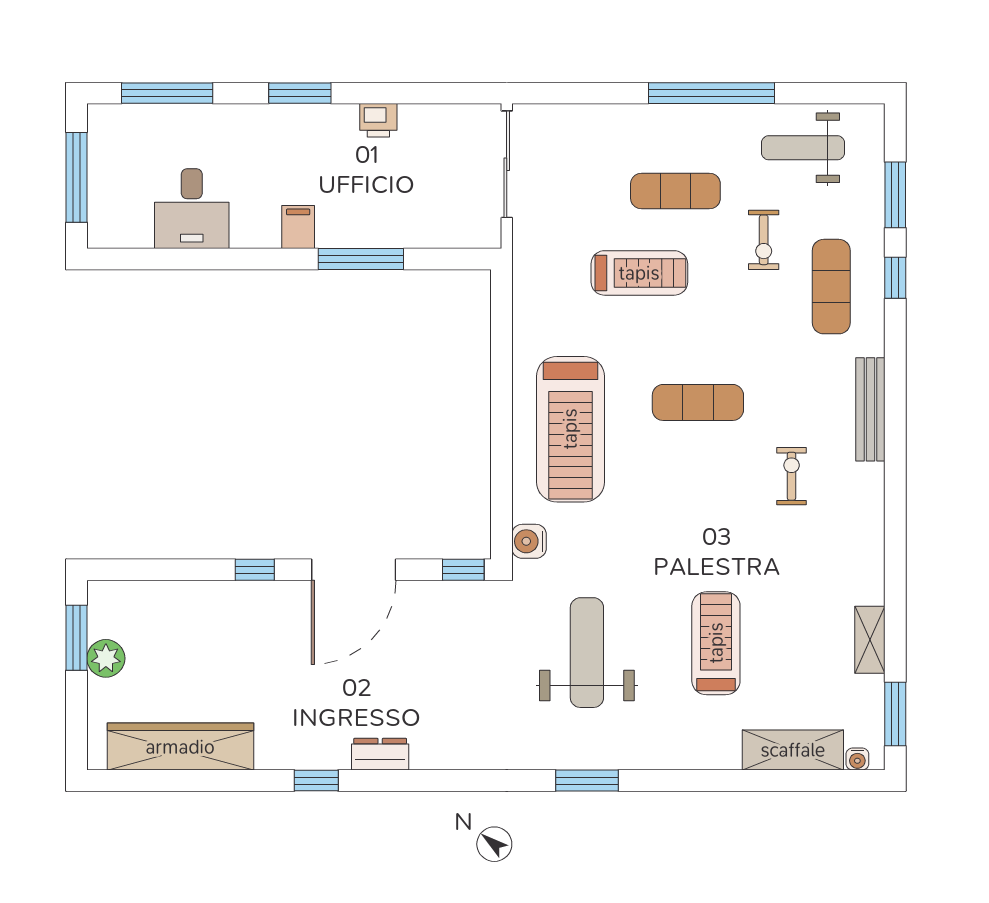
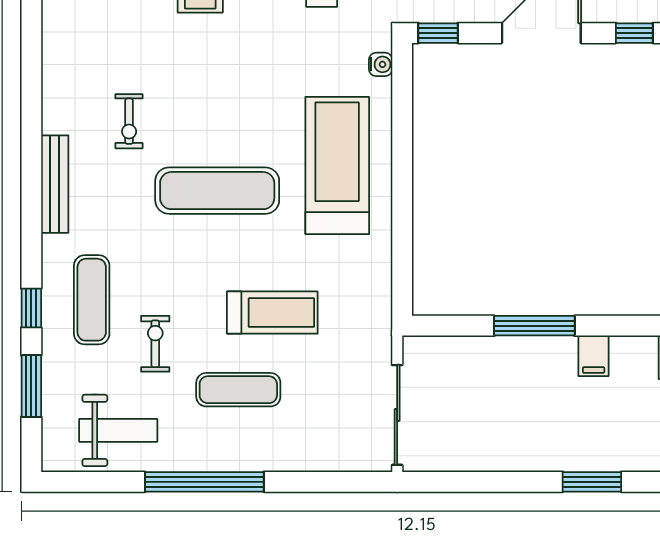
printer: (378, 120) -> (518, 456), removed
treadmill: (639, 273) -> (272, 313), turned 180
exercise mat: (698, 402) -> (217, 191), width x1.36, depth x1.45
water cooler: (529, 541) -> (381, 64), width x0.72, depth x0.72

